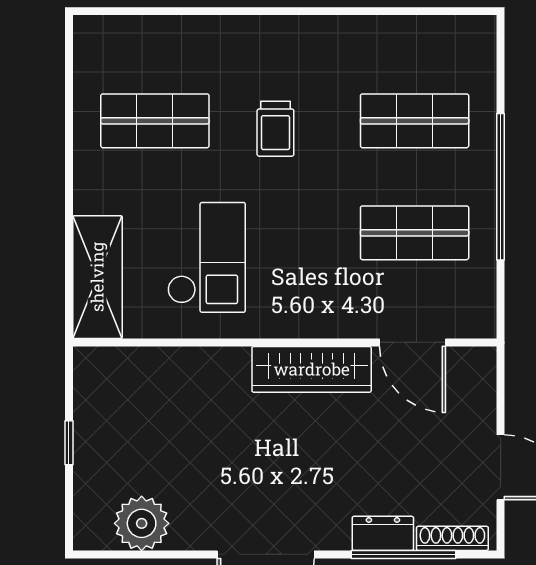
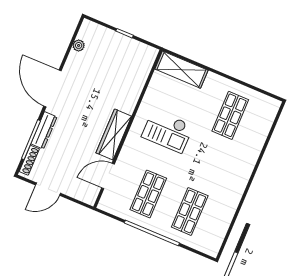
trolley: (275, 129) -> (209, 159), removed
checkout: (206, 257) -> (167, 131), moved
plant: (142, 523) -> (79, 45), width x0.53, depth x0.53
dresser: (383, 533) -> (44, 130), width x1.44

